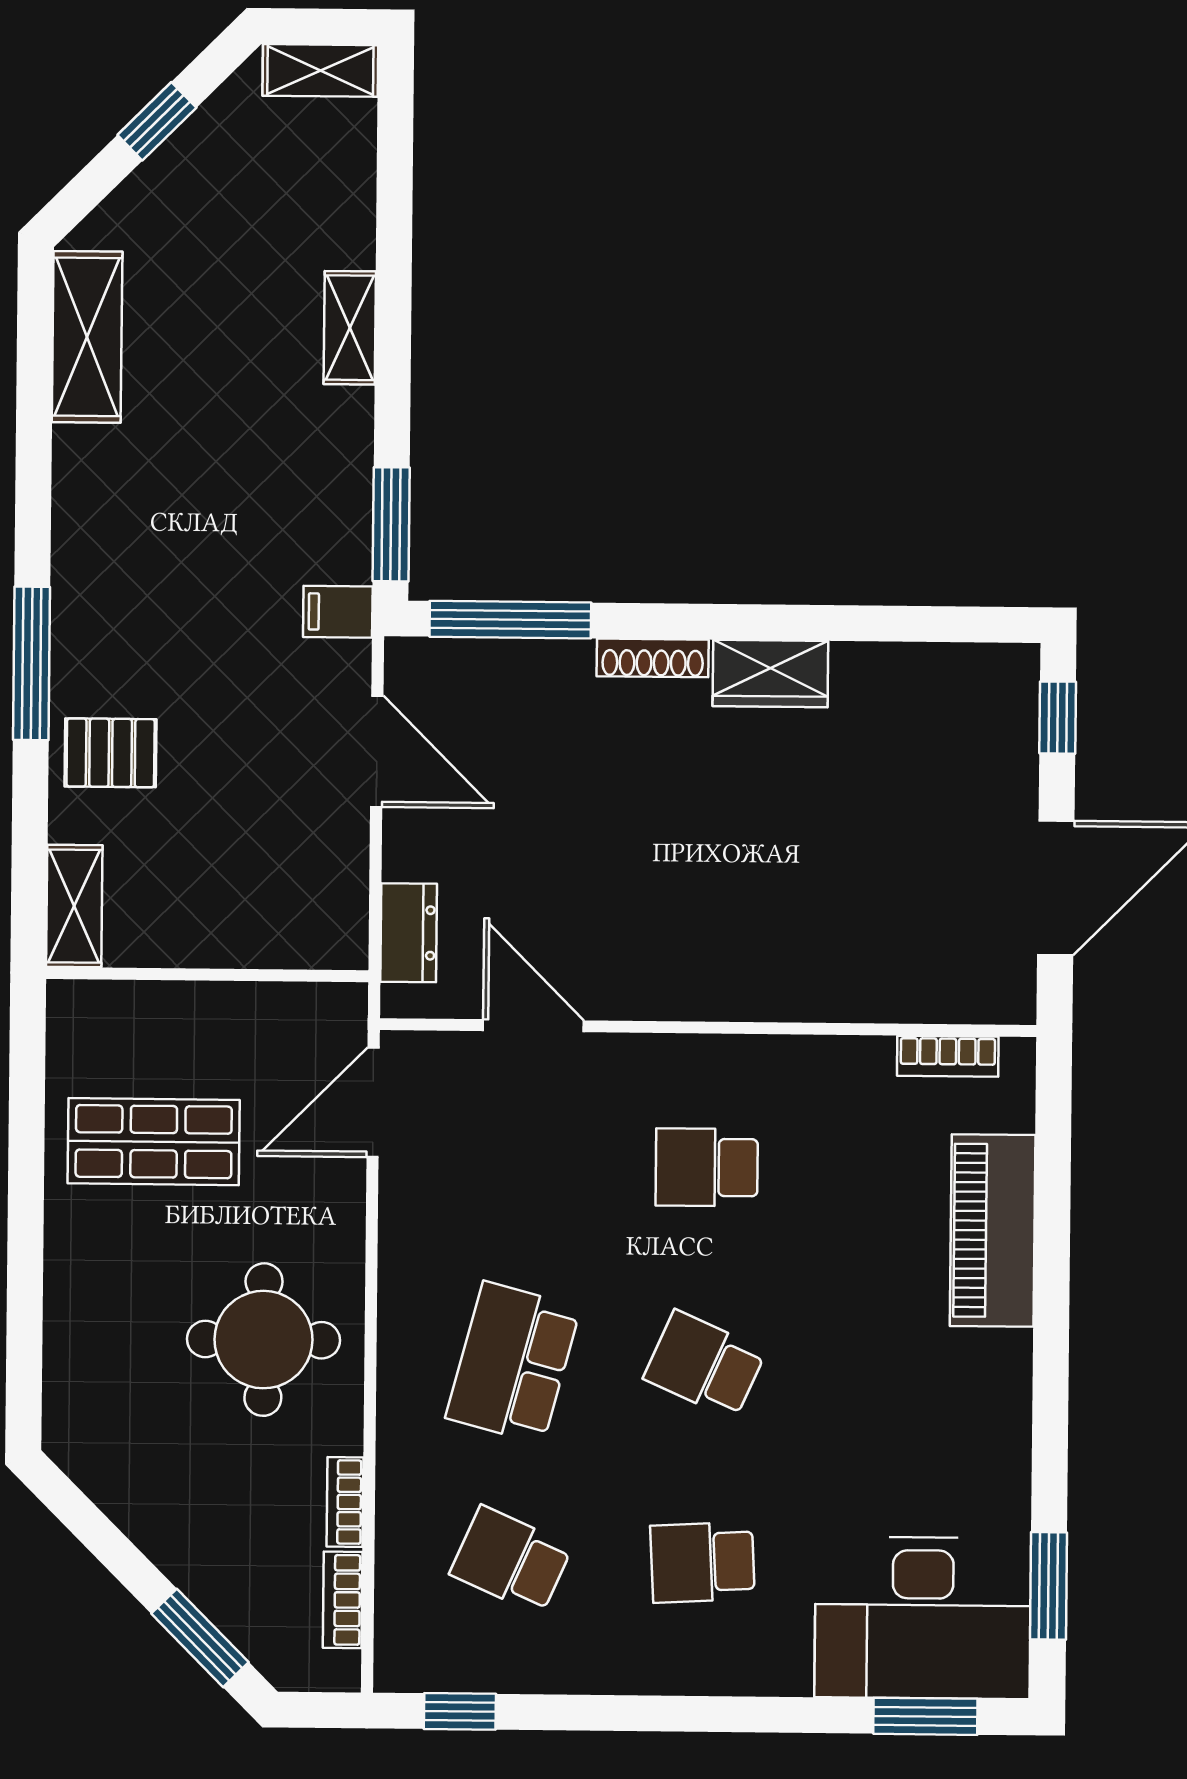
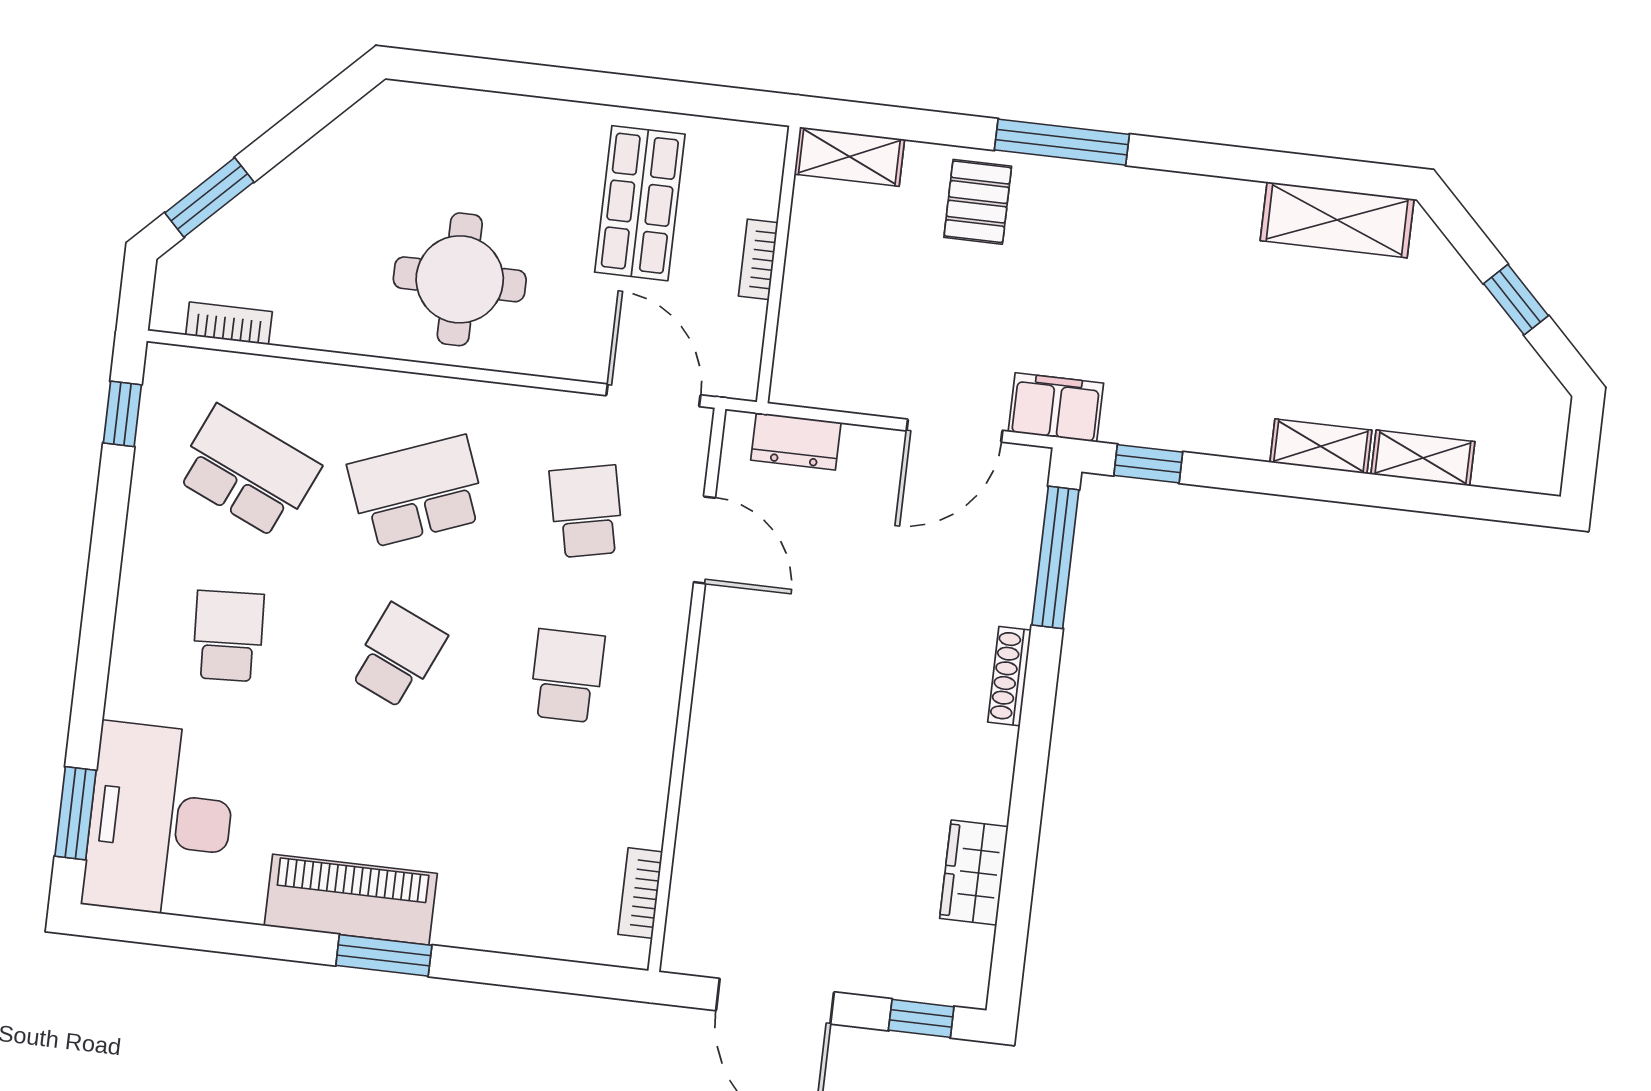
shelving: (320, 70) -> (1423, 458), moved, turned 90
window: (391, 524) -> (1148, 464), width x0.67
filing cabinet: (338, 612) -> (1056, 407), width x2.00
wardrobe: (770, 674) -> (974, 873), moved
door: (533, 1026) -> (705, 540), hinge flipped
school desk: (515, 1165) -> (586, 511), added
piano: (993, 1230) -> (351, 900), moved
school desk: (513, 1363) -> (417, 492), turned -36
bookcase: (345, 1502) -> (758, 259), moved, turned -90
school desk: (511, 1560) -> (248, 472), width x1.85
window: (1049, 1586) -> (384, 955), moved

